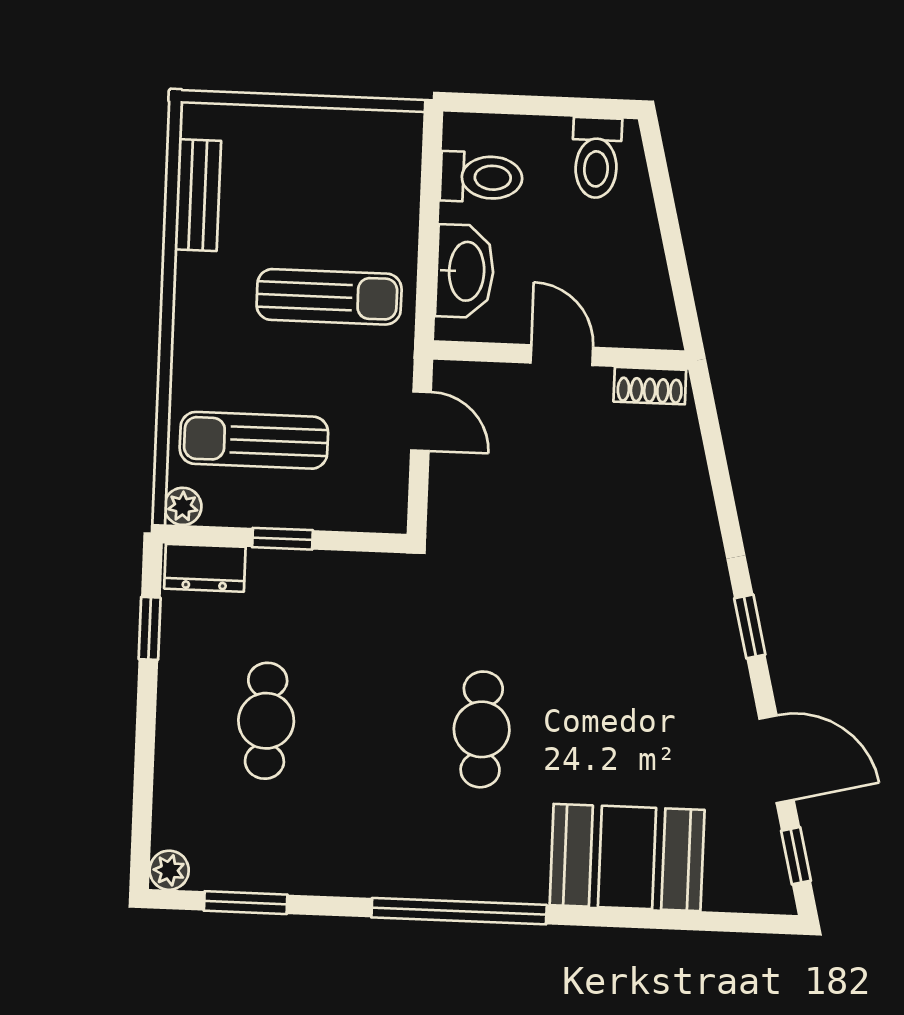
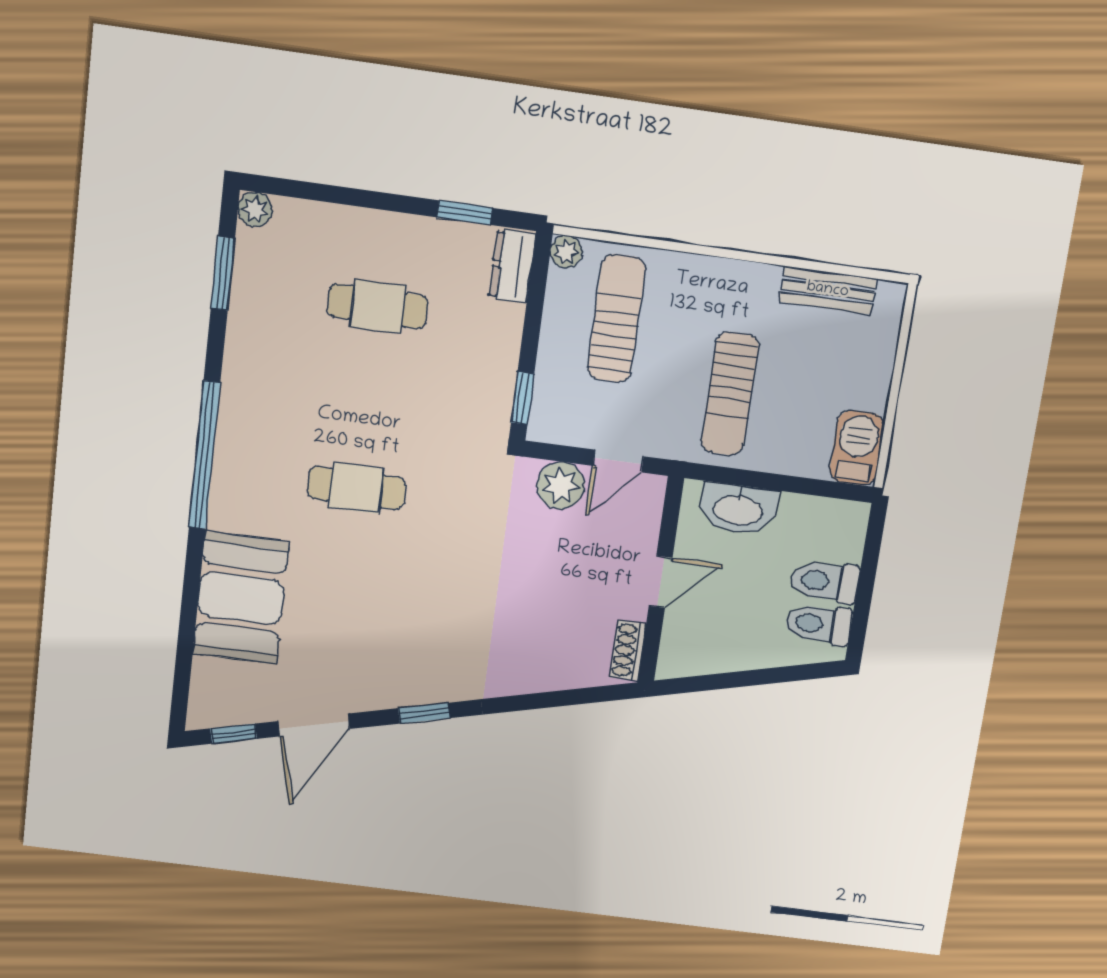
barbecue: (379, 138) -> (857, 448), added
toilet: (481, 177) -> (825, 582), moved, turned 90
plant: (456, 487) -> (561, 486), added
window: (282, 539) -> (523, 398), moved

